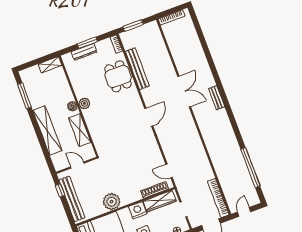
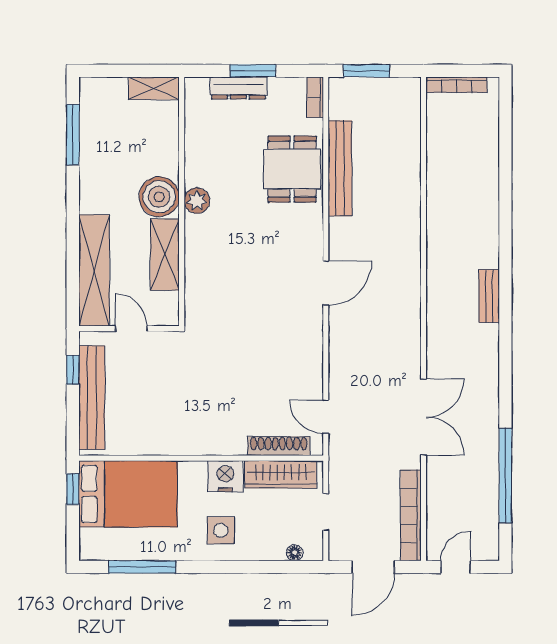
double door: (184, 91) -> (424, 417), moved
boiler: (72, 106) -> (159, 197), width x1.86, depth x1.86
shelving: (47, 130) -> (94, 270), moved
plant: (112, 202) -> (176, 436), removed

